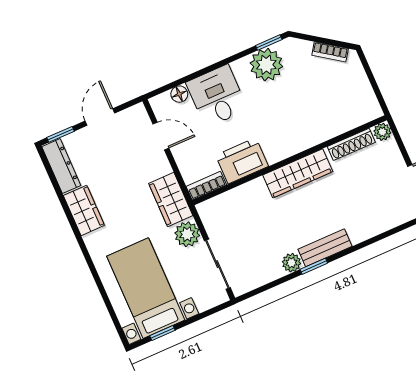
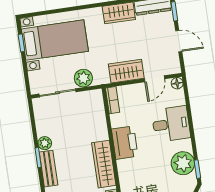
floor lamp: (179, 94) -> (177, 83), moved
printer: (242, 161) -> (125, 143), moved
wardrobe: (171, 200) -> (126, 71), moved

